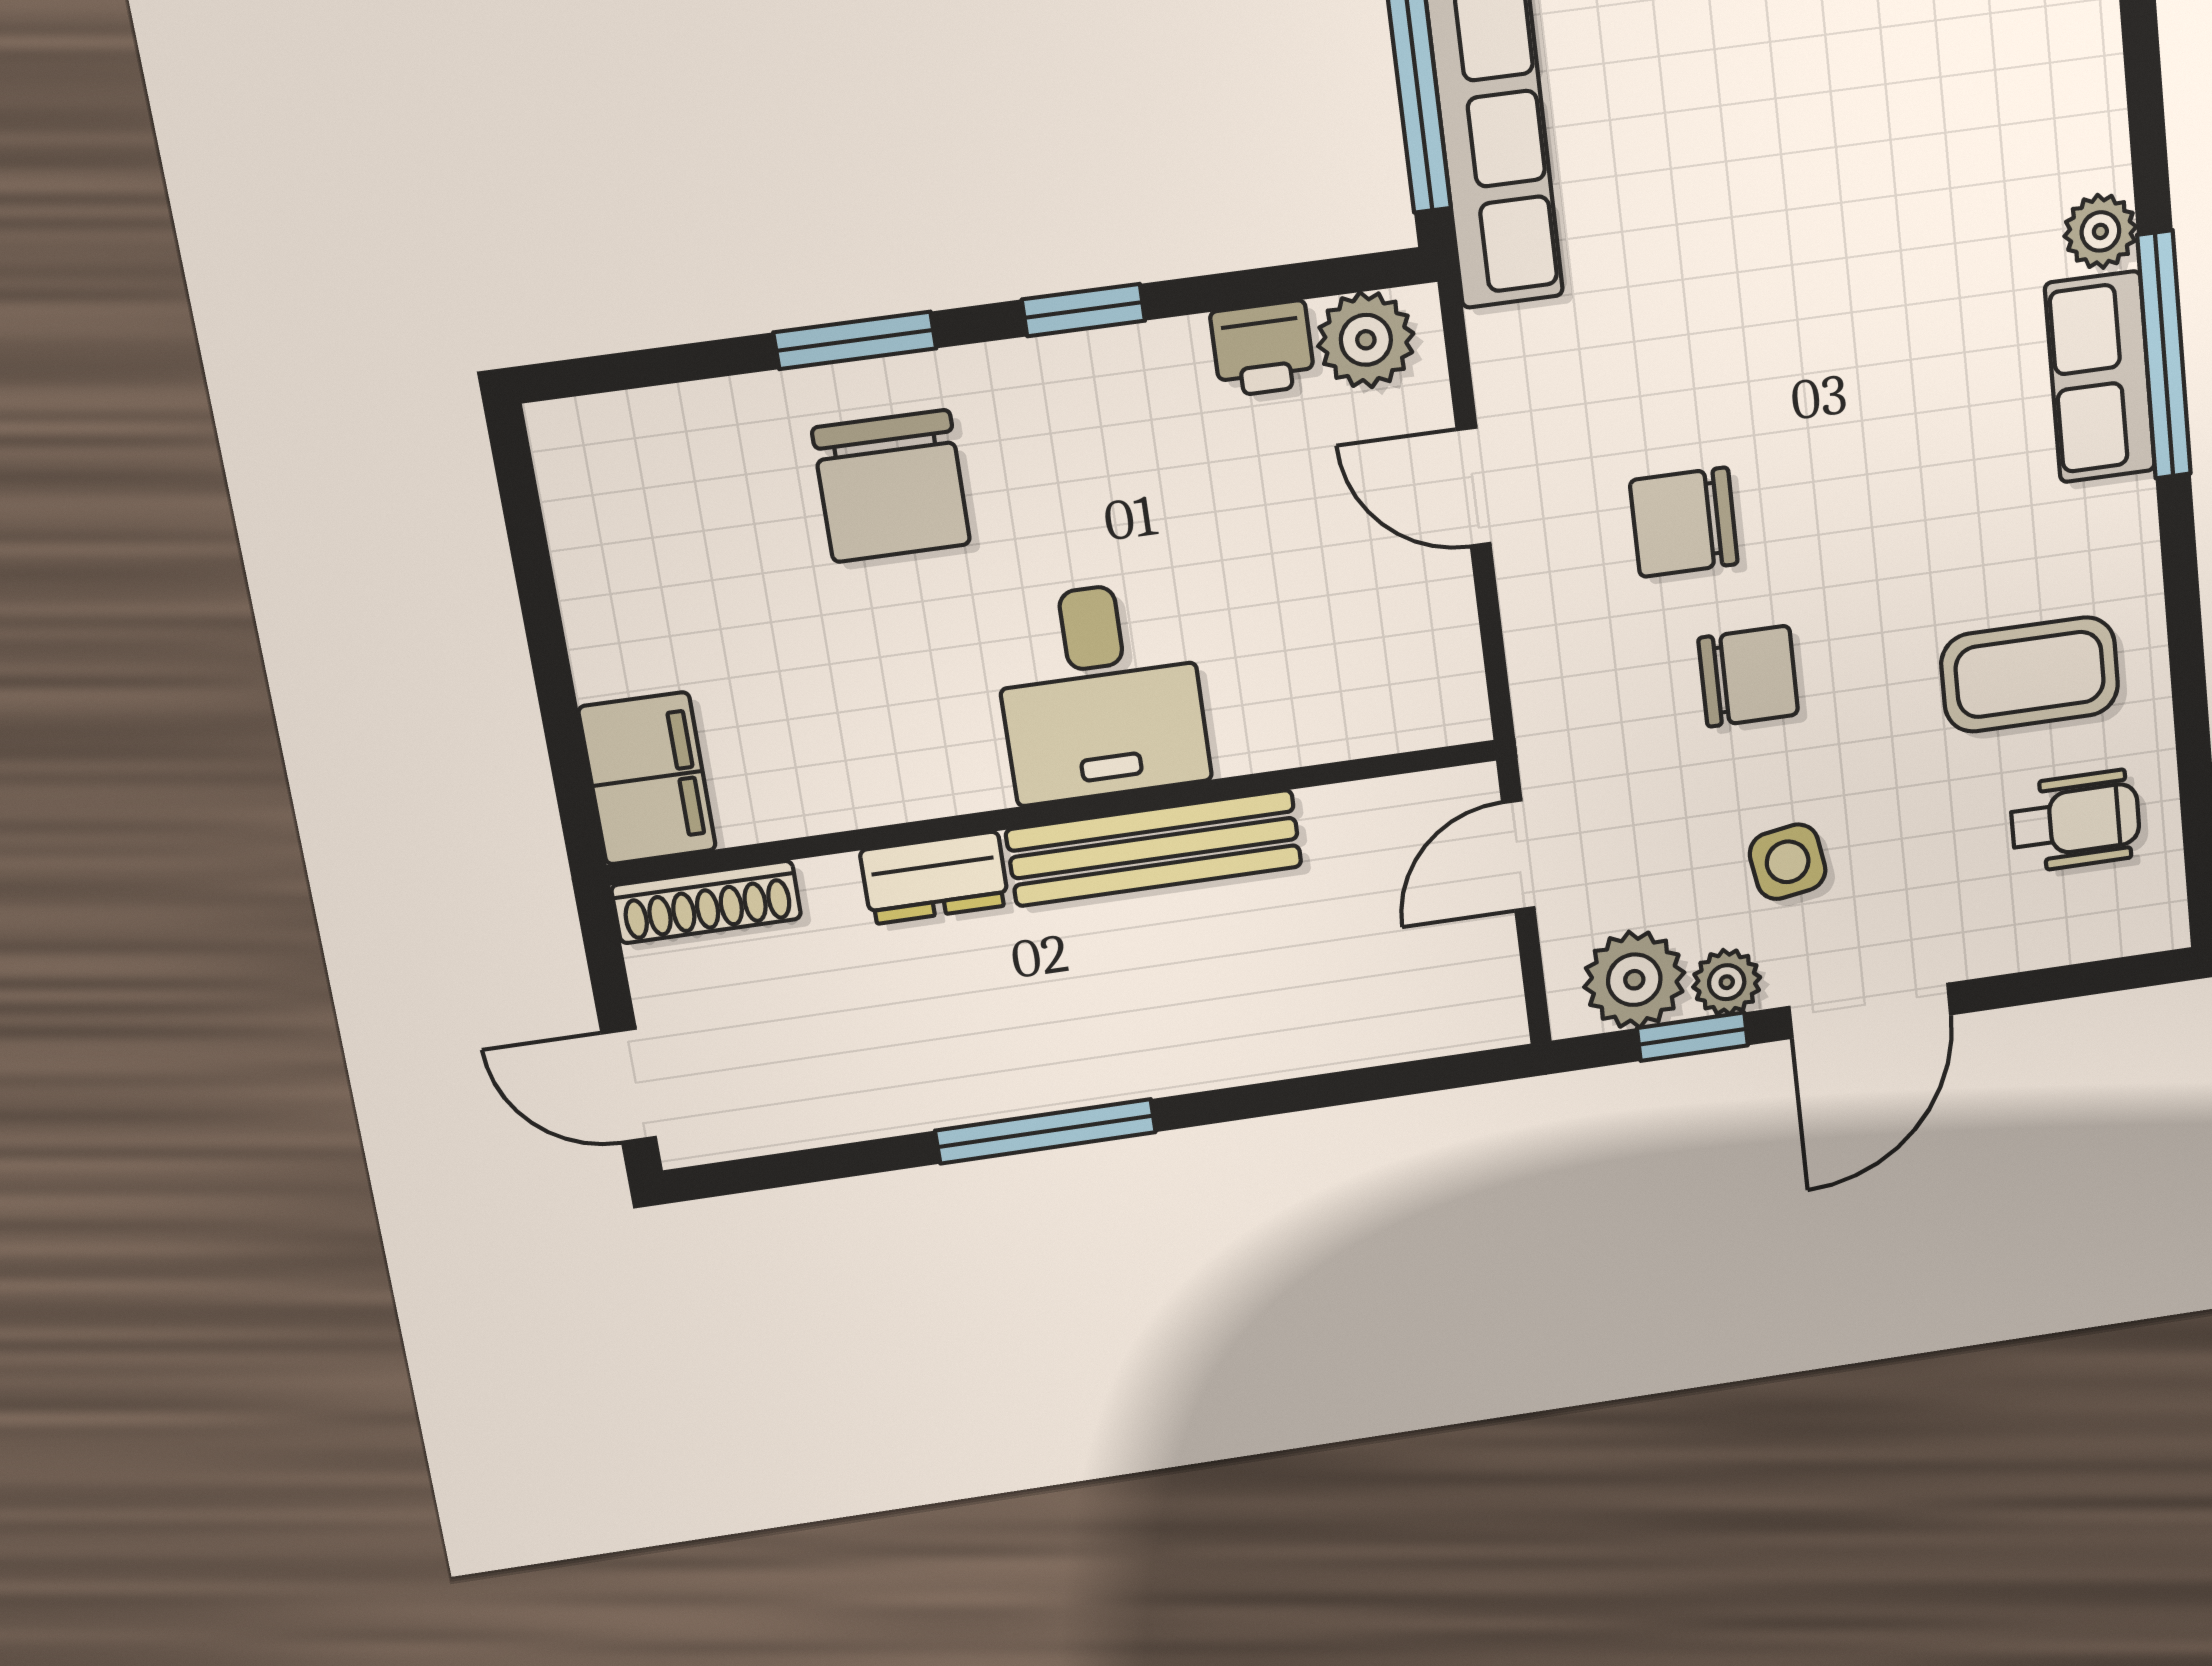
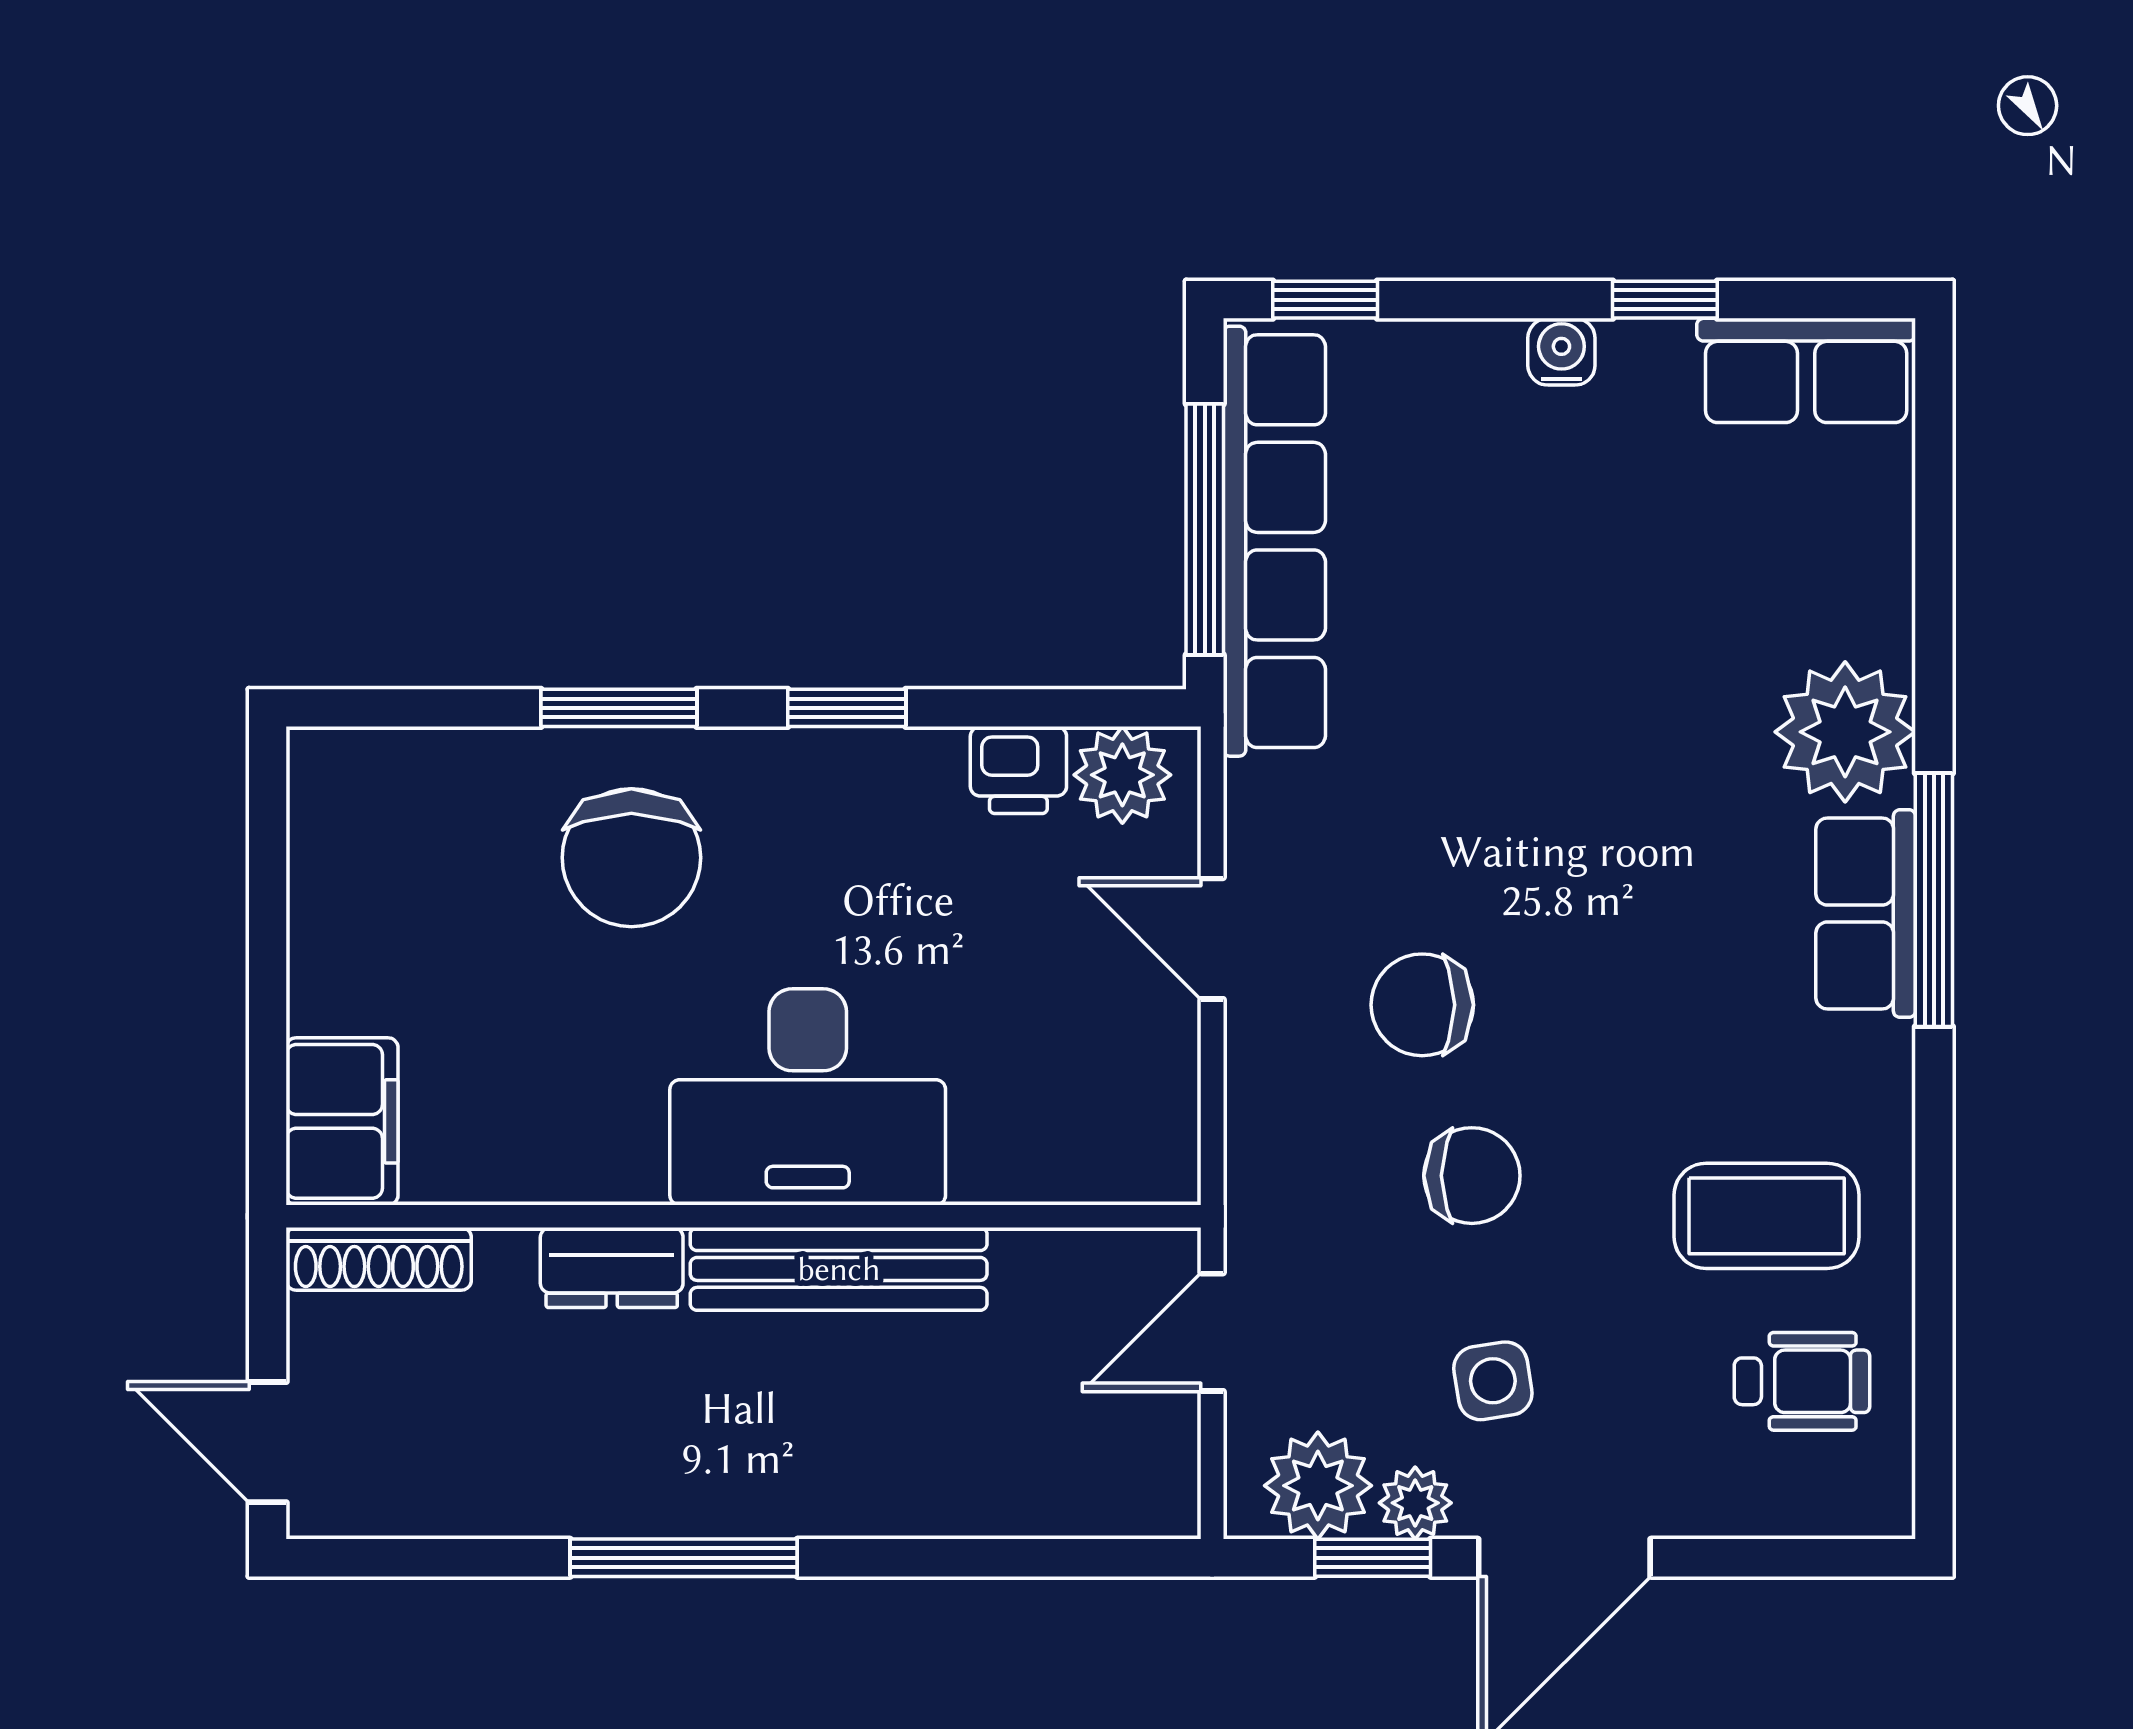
plant: (2100, 231) -> (1845, 732), width x1.87, depth x1.87
desk: (1100, 692) -> (808, 1097), width x1.37

